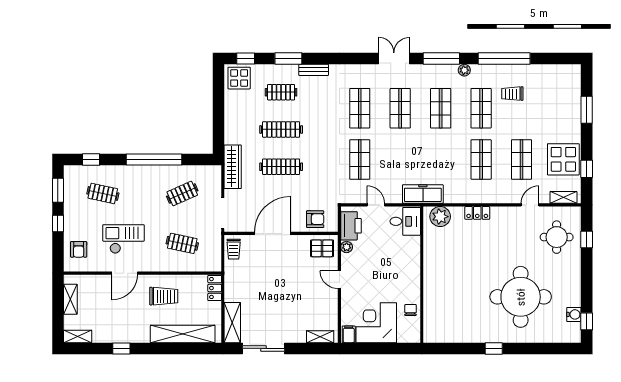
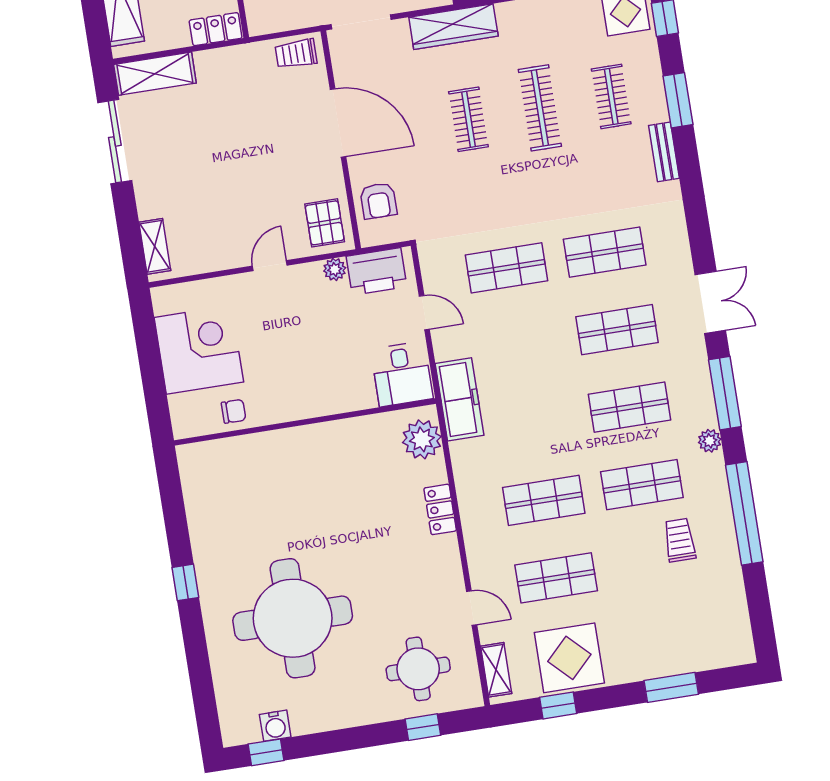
clothes rail: (281, 167) -> (468, 119), width x0.73
door: (376, 205) -> (424, 313), hinge flipped
filing cabinet: (349, 334) -> (168, 300), removed

